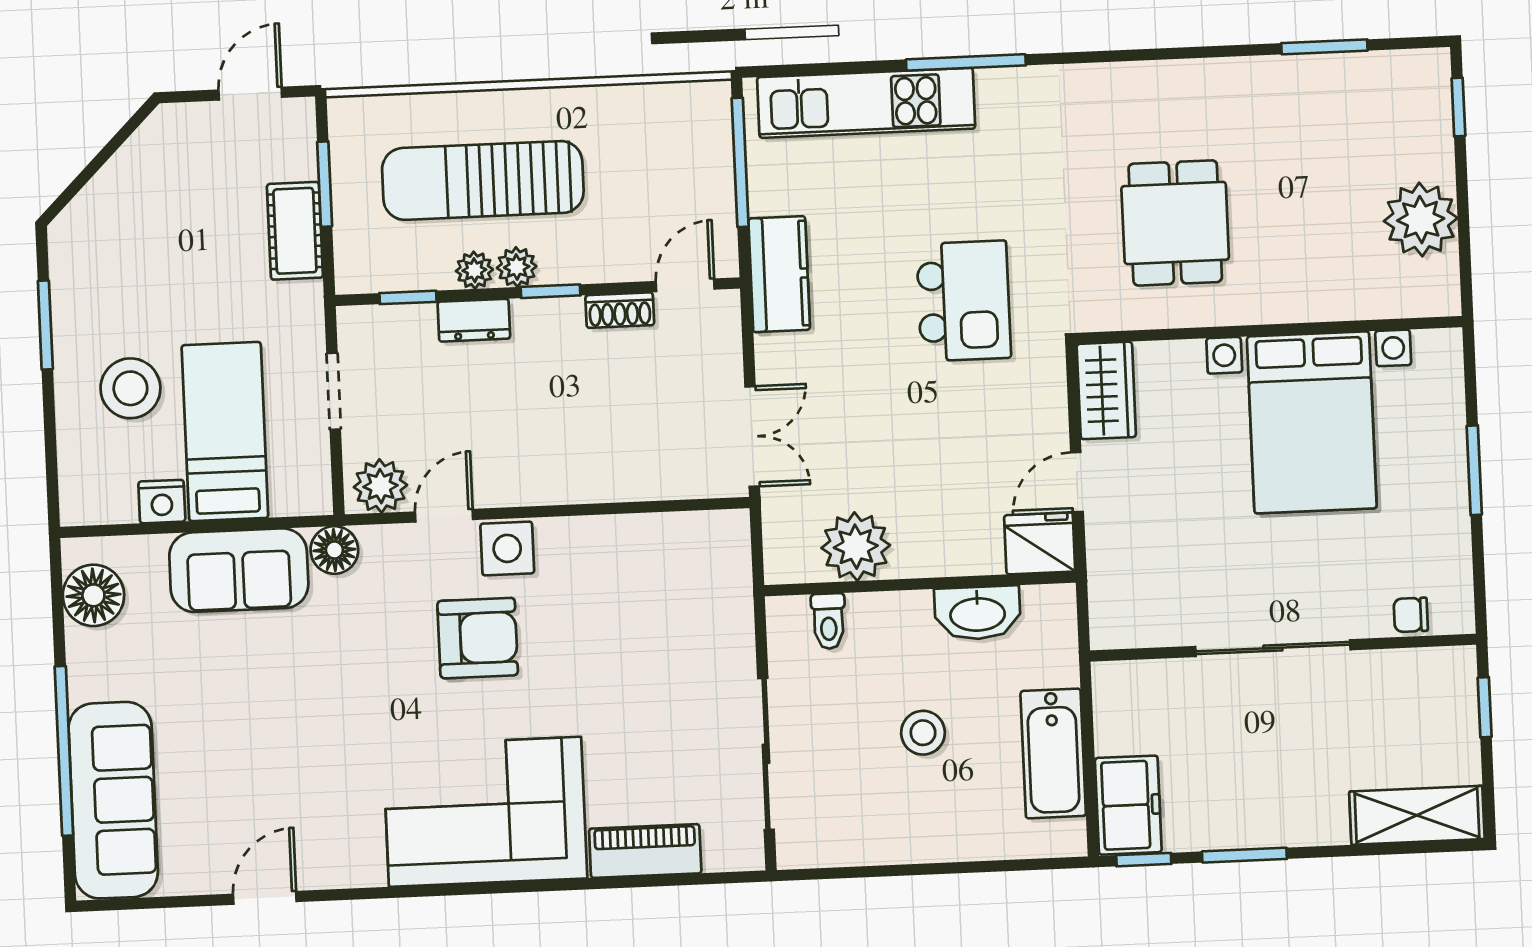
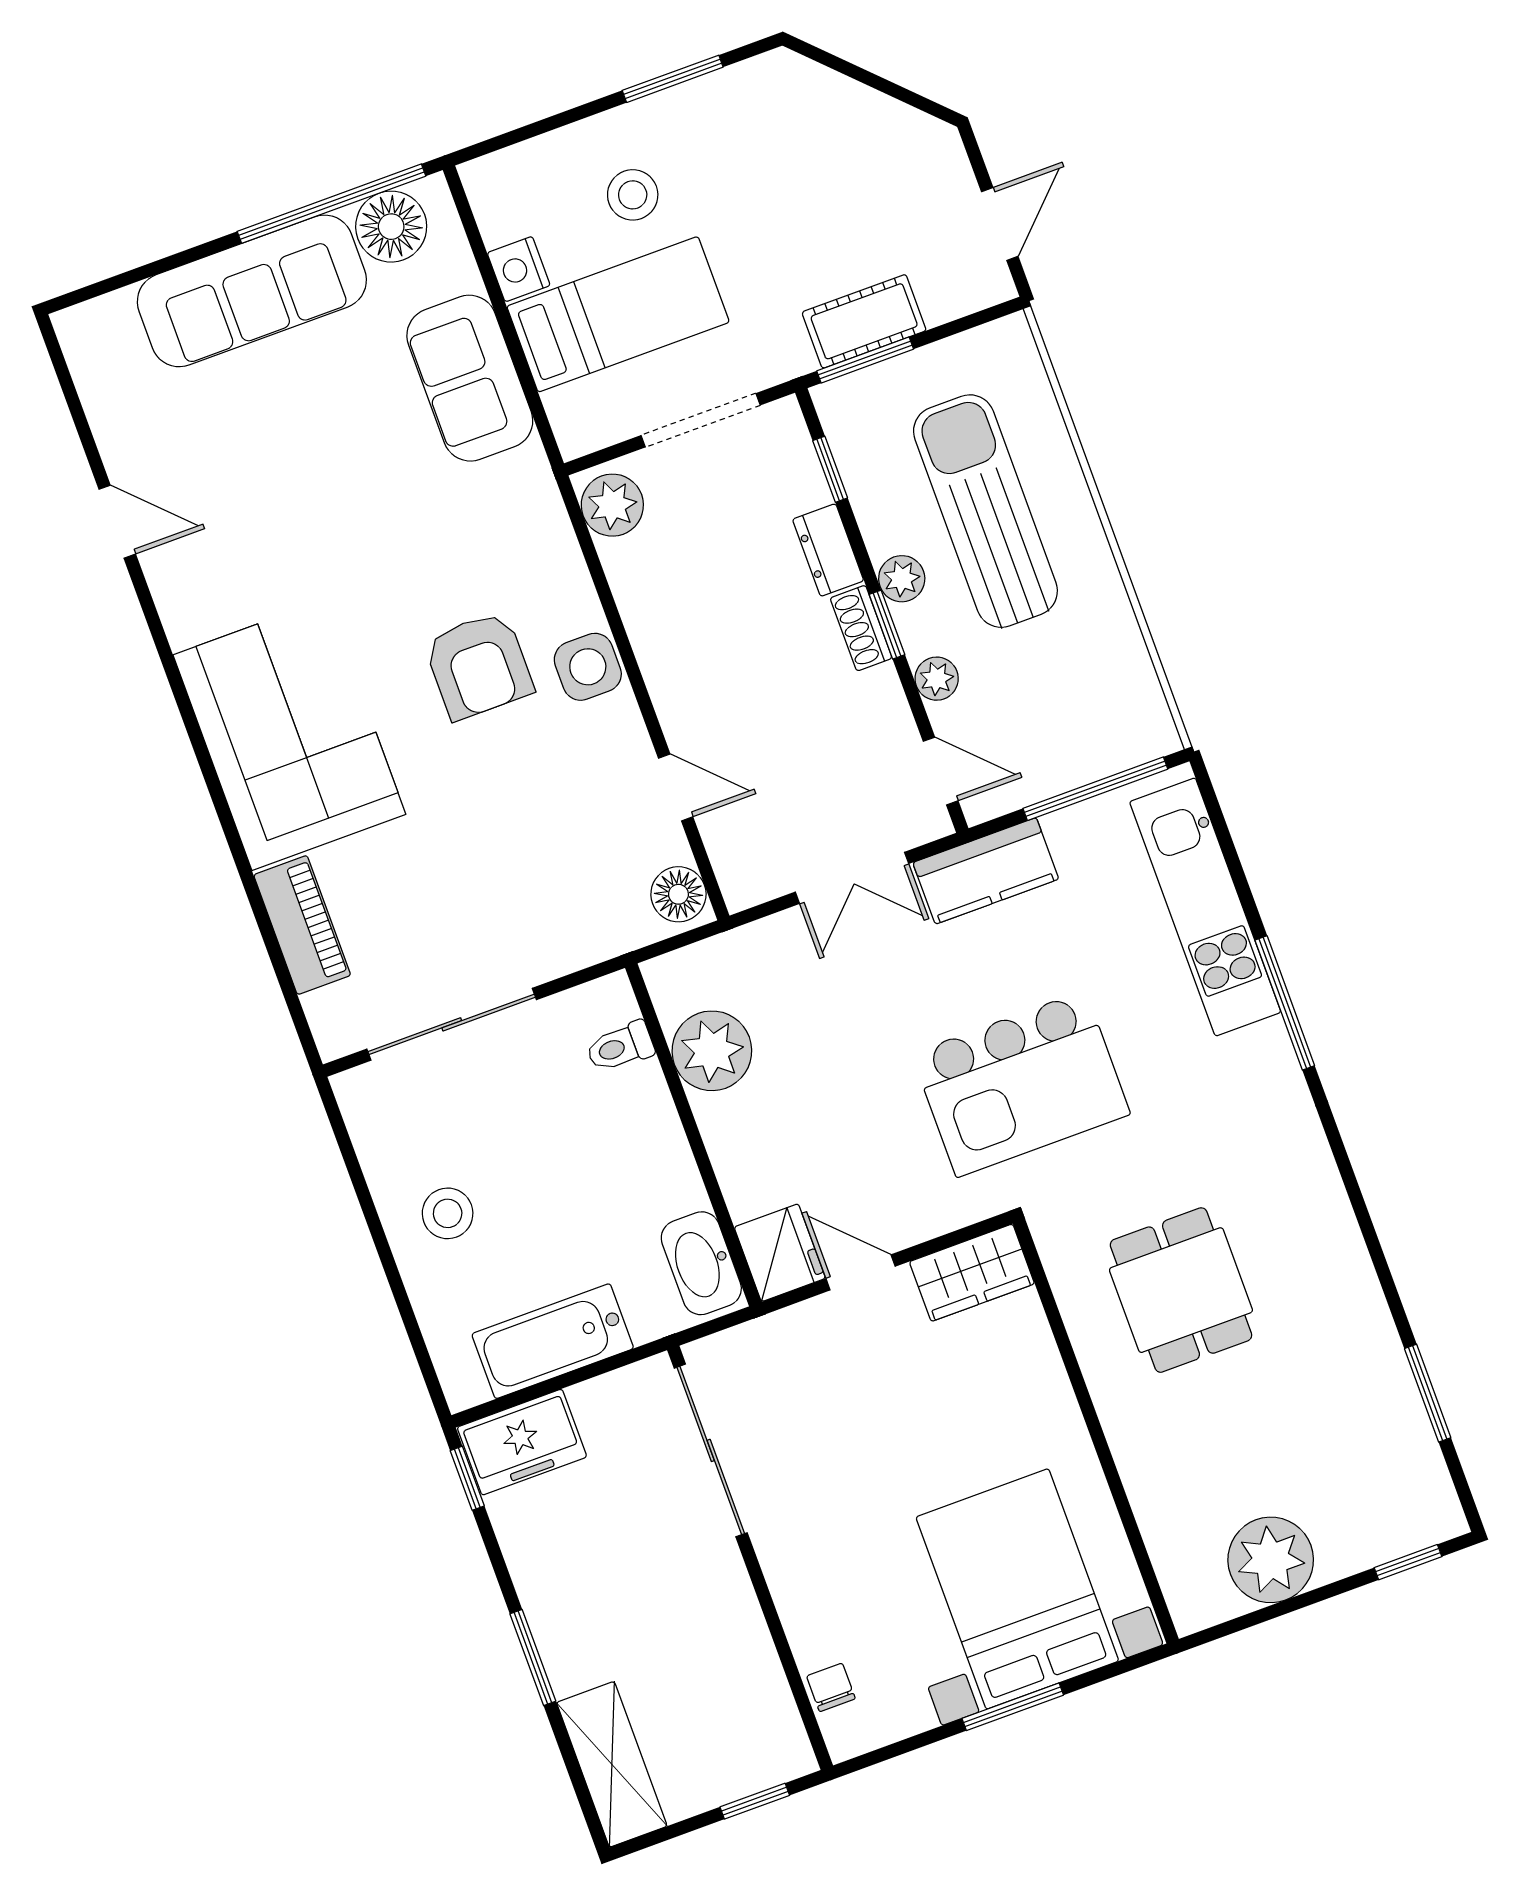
door: (250, 94) -> (1000, 224), hinge flipped
window: (325, 184) -> (865, 360), moved
dining table: (1175, 223) -> (1181, 1290), turned 90
plant: (474, 270) -> (937, 679), moved
kitchen island: (964, 301) -> (1021, 1084), width x1.37, depth x1.28
shoe rack: (620, 310) -> (861, 628), moved
stool: (130, 388) -> (633, 195), width x0.73, depth x0.73
doorway: (334, 391) -> (701, 420), width x1.38
bed with nightstands: (1312, 422) -> (1017, 1589), moved, turned 90
double door: (752, 436) -> (852, 878), moved
door: (444, 516) -> (676, 787), moved
floor lamp: (334, 550) -> (678, 894), moved
washbasin: (978, 613) -> (701, 1263), moved
sliding door: (1273, 648) -> (711, 1450), moved
stool: (923, 733) -> (448, 1213), moved
window: (64, 751) -> (332, 204), moved
sofa: (113, 800) -> (252, 291), moved
window: (1244, 855) -> (533, 1658), moved

